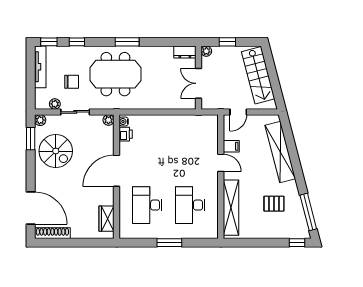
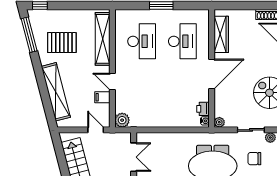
door: (238, 112) -> (96, 130), hinge flipped
plant: (211, 122) -> (122, 120), added
pallet: (274, 204) -> (62, 43), width x1.50, depth x1.42
wardrobe: (106, 219) -> (221, 34), width x1.50

